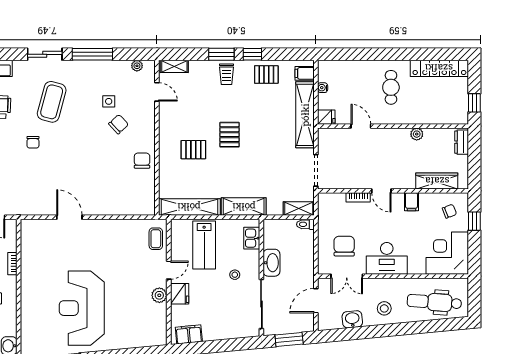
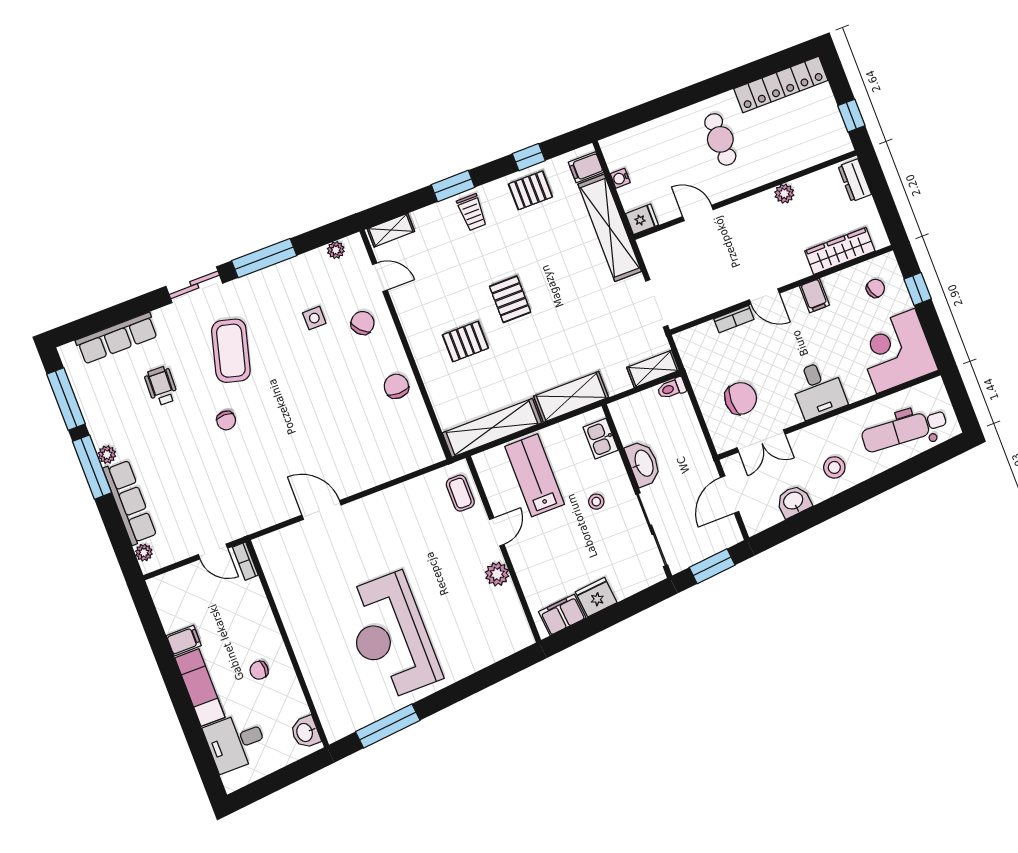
window: (252, 54) -> (529, 157), moved
chair: (119, 124) -> (363, 323), moved
lab bench: (204, 245) -> (535, 475), turned 180
chair: (344, 246) -> (741, 398), turned 90
desk: (387, 258) -> (818, 390), width x0.73
bookcase: (12, 264) -> (245, 561), moved
fridge: (180, 294) -> (596, 597), moved, turned -95

